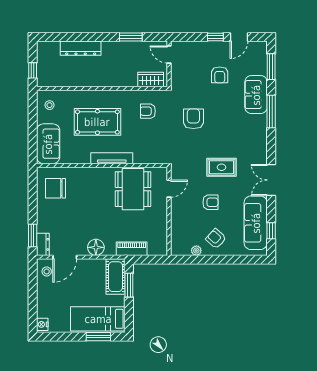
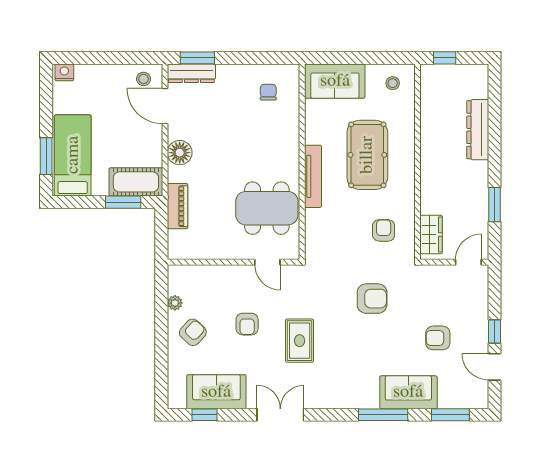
chair: (56, 188) -> (268, 92), width x0.54, depth x0.54
sofa: (256, 223) -> (216, 392), width x0.73
dresser: (43, 244) -> (191, 73), width x1.44

